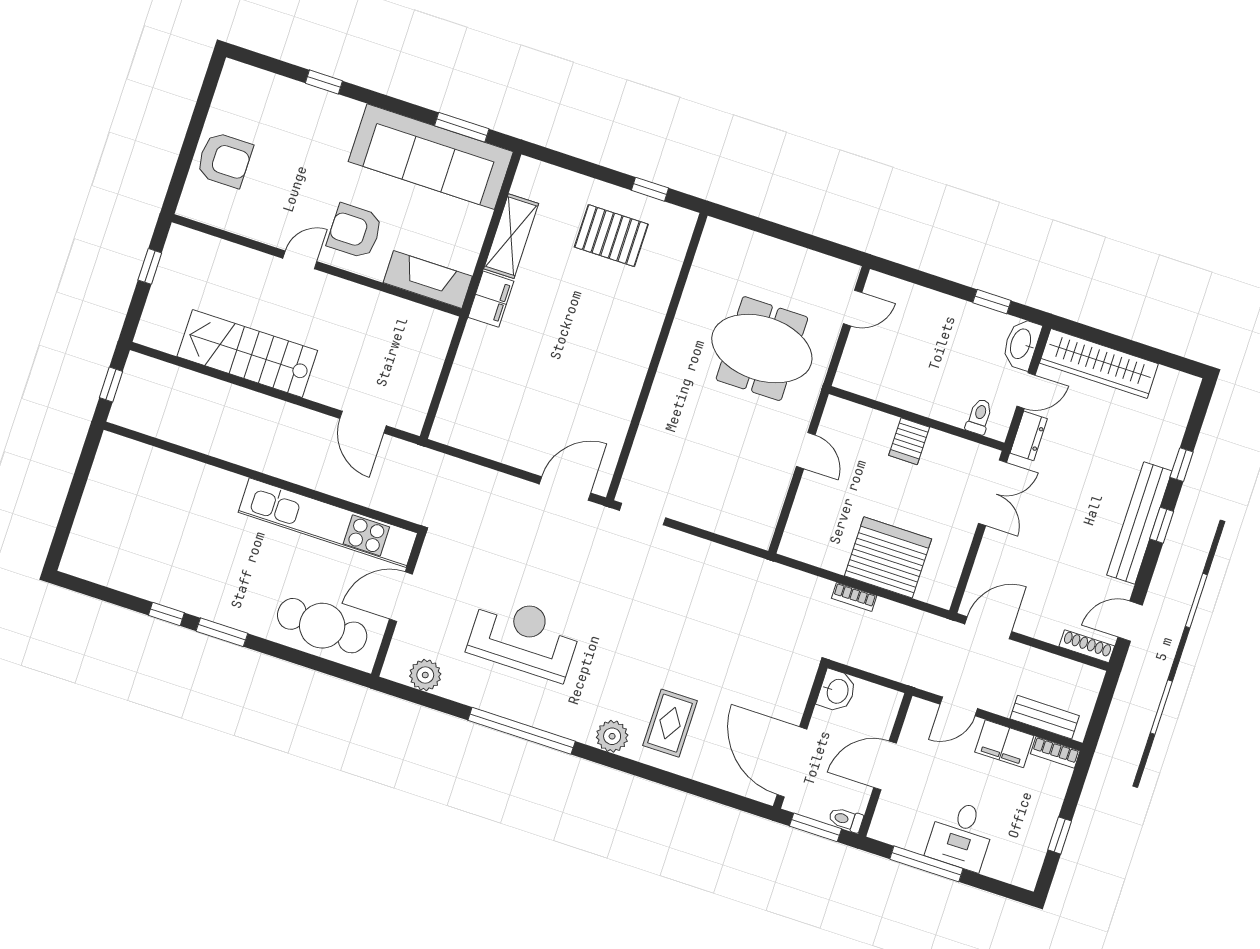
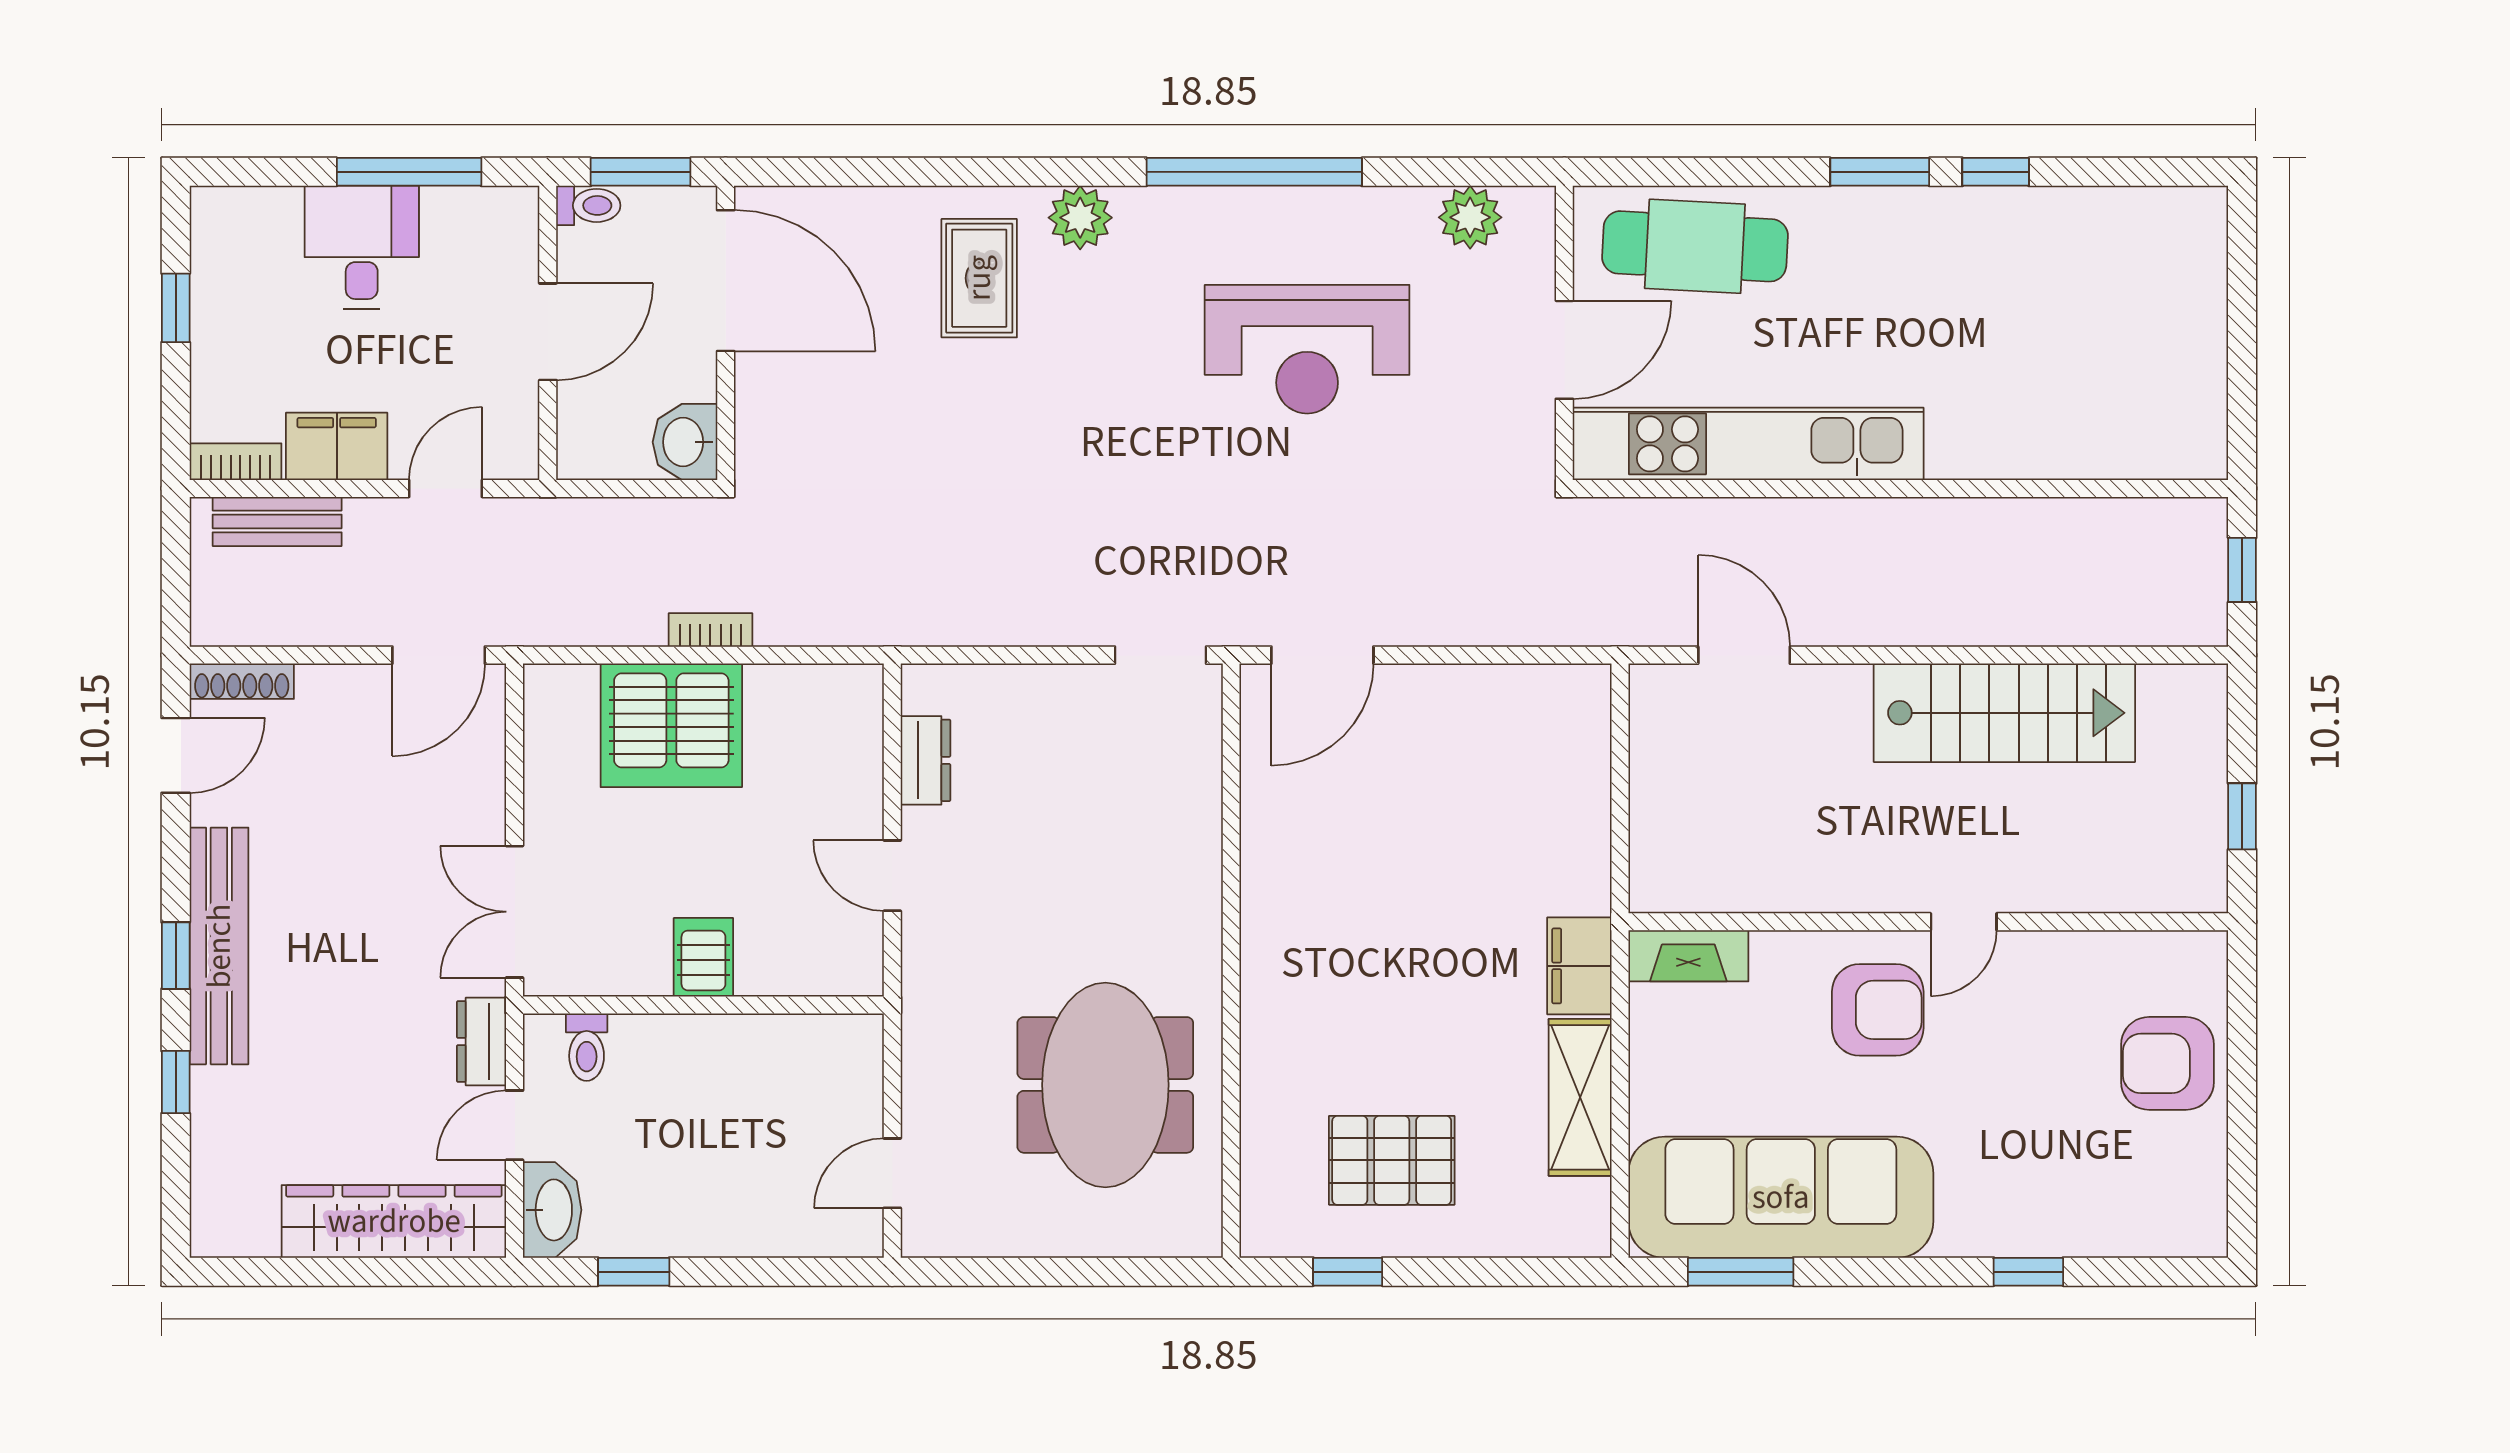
fireplace: (428, 279) -> (1688, 956), width x0.73, depth x0.76
meeting table: (762, 349) -> (1105, 1085), moved, turned 90
dresser: (772, 501) -> (926, 760), added

